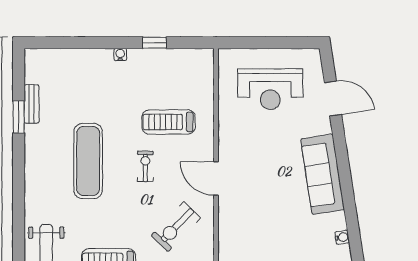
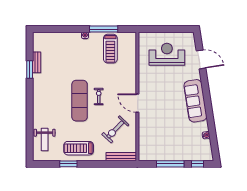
window: (154, 43) -> (104, 29), width x2.17
reception desk: (270, 89) -> (167, 54), turned 180
treadmill: (169, 122) -> (110, 49), moved, turned -90
exercise mat: (88, 161) -> (80, 101), moved

